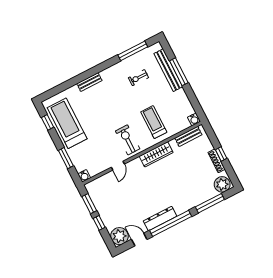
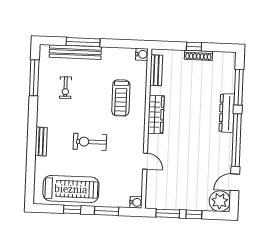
window: (48, 122) -> (72, 210), moved
treadmill: (154, 122) -> (121, 98), turned -90
treadmill: (67, 123) -> (71, 189), turned 180
exercise bike: (128, 140) -> (90, 142), moved
plant: (222, 184) -> (226, 63), removed
dresser: (160, 219) -> (227, 113), moved

